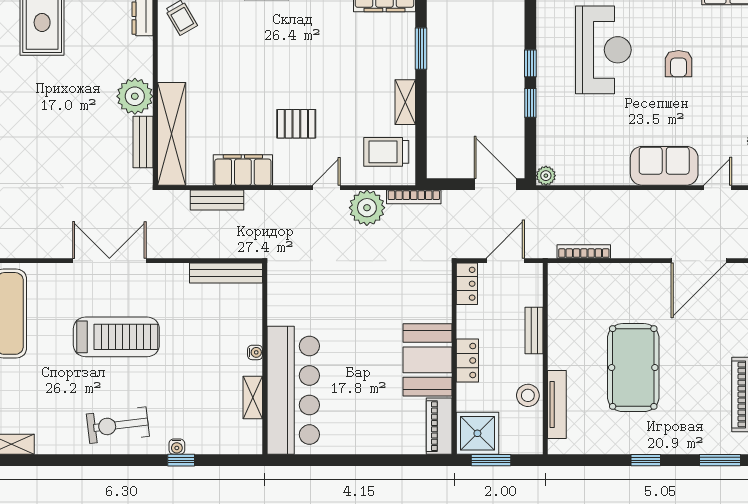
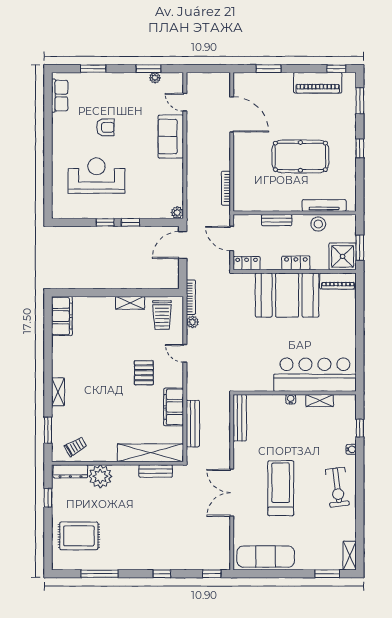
window: (421, 49) -> (96, 293), removed
plant: (135, 96) -> (100, 476), moved
bench: (217, 200) -> (193, 424), width x1.36
plant: (367, 208) -> (192, 322), width x0.53, depth x0.53
booth: (427, 360) -> (287, 295), width x1.36, depth x1.42
window: (181, 460) -> (360, 428), moved

